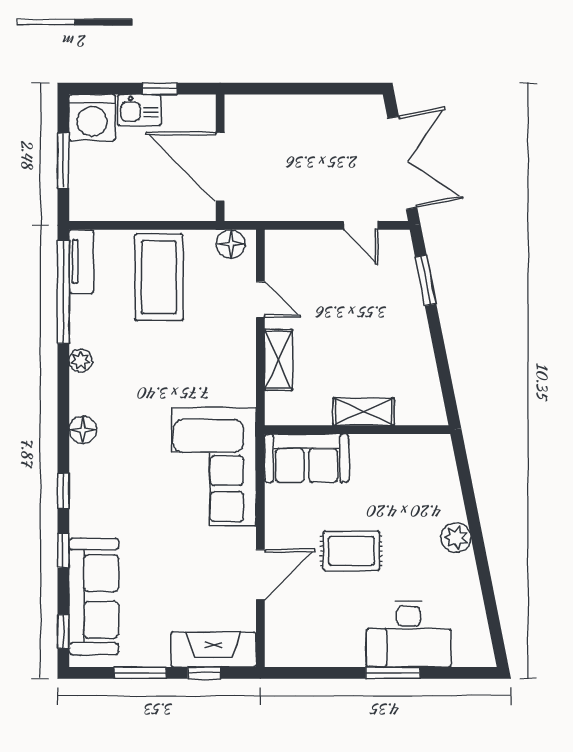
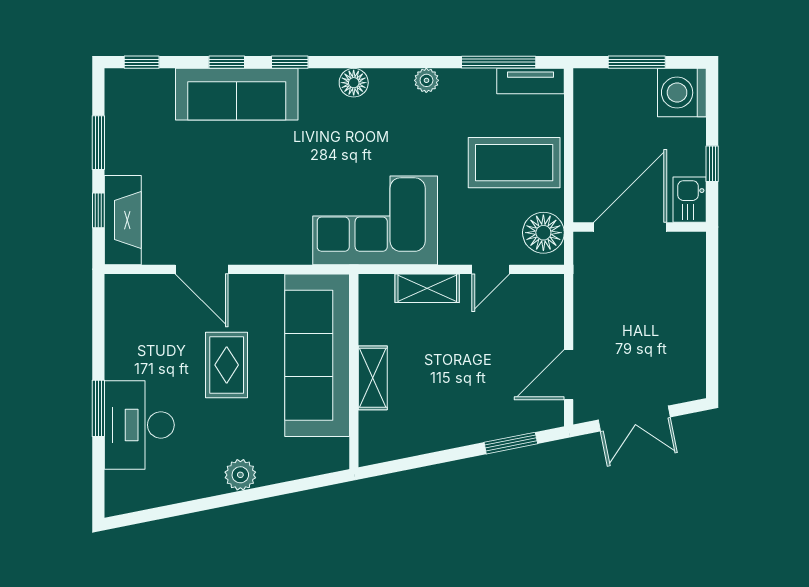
kitchen sink: (139, 110) -> (690, 200), moved
double door: (402, 163) -> (634, 418), width x0.73
door: (361, 225) -> (569, 375), width x1.38
floor lamp: (231, 244) -> (543, 233), width x1.38, depth x1.38
window: (63, 292) -> (499, 62), width x0.68
sofa: (307, 458) -> (317, 355), width x1.85, depth x1.27
corner sofa: (214, 467) -> (375, 220), moved
sofa: (94, 596) -> (237, 94), moved

